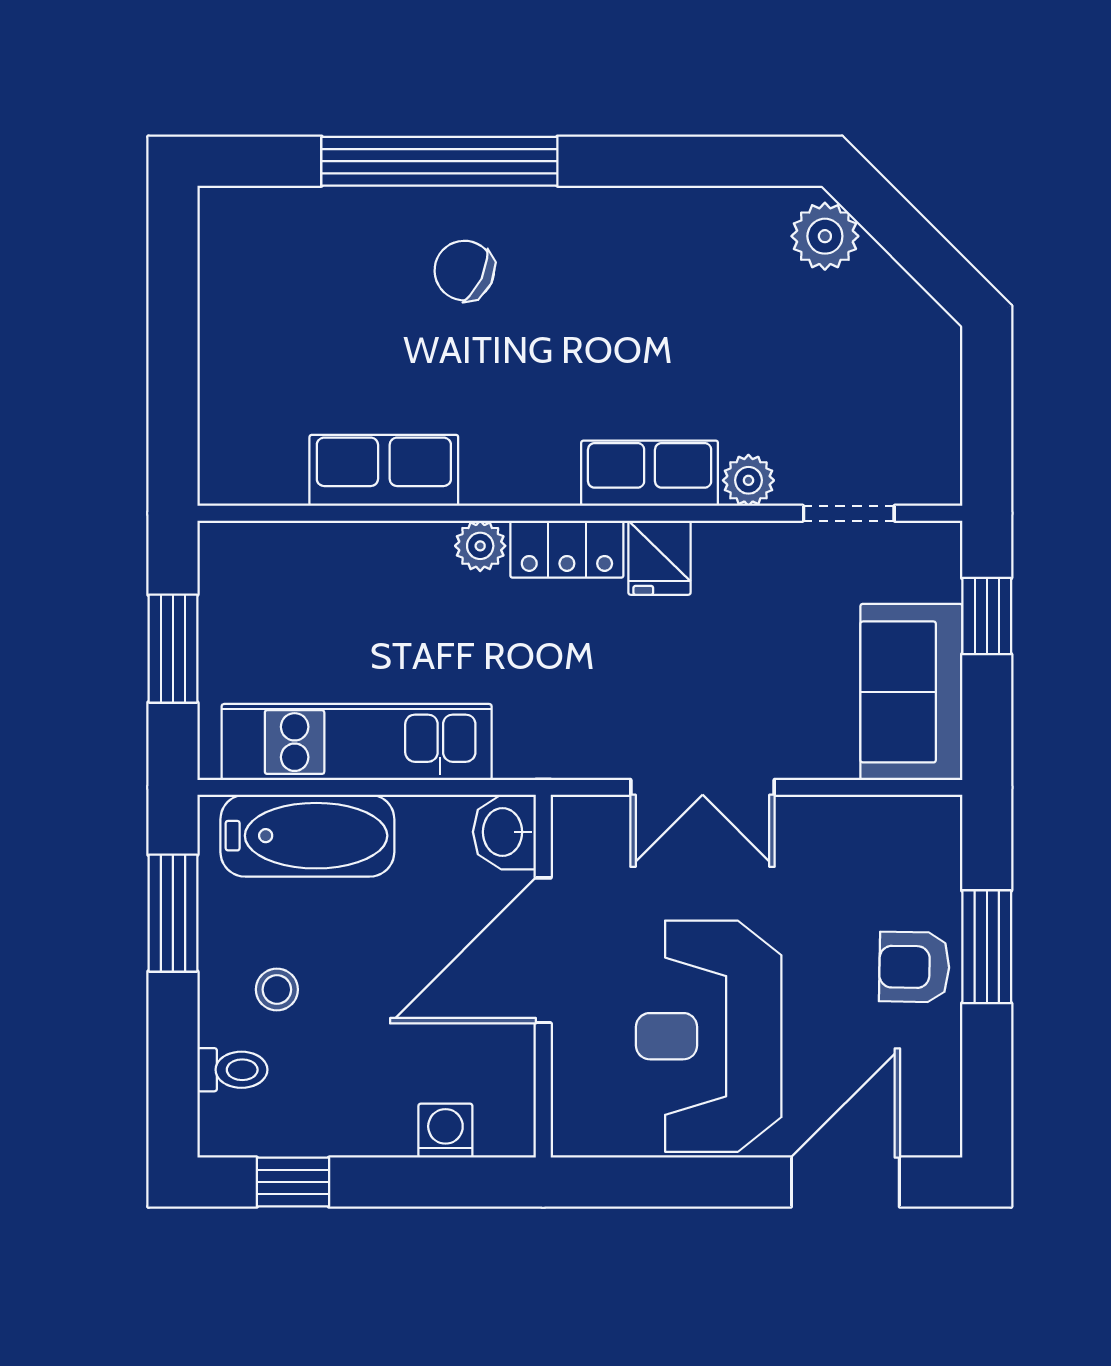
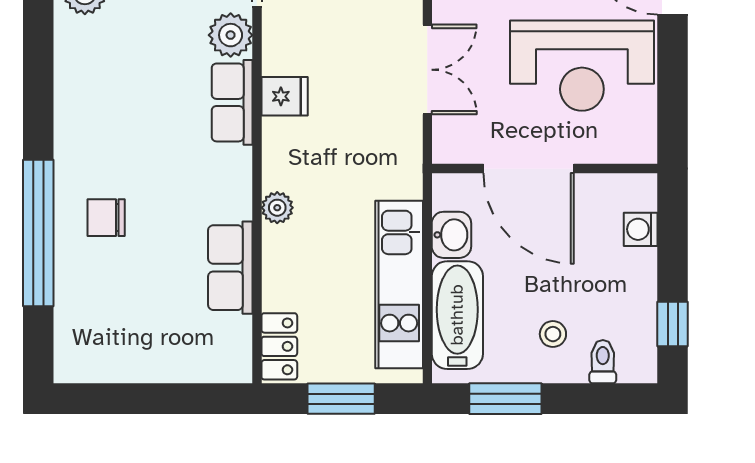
chair: (464, 271) -> (106, 218), turned 65
plant: (748, 480) -> (231, 35), width x1.38, depth x1.38
locker: (567, 549) -> (279, 346), moved
washbasin: (504, 832) -> (451, 235), moved, turned -90

